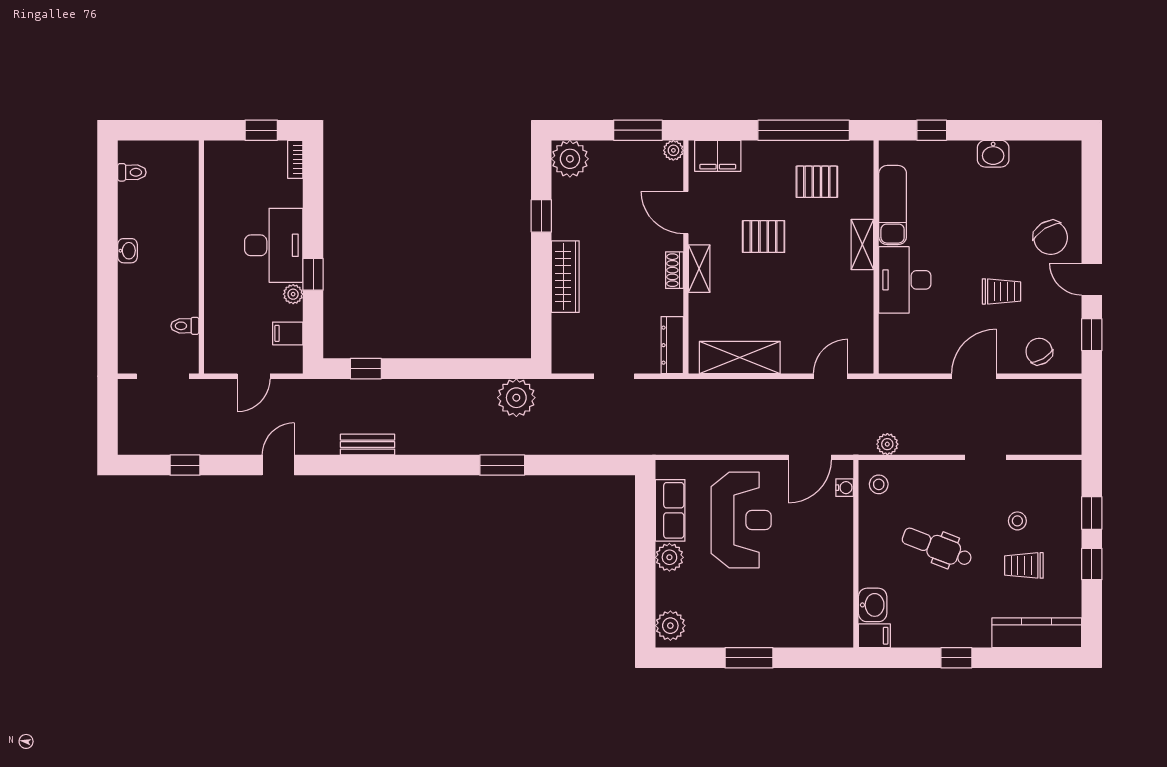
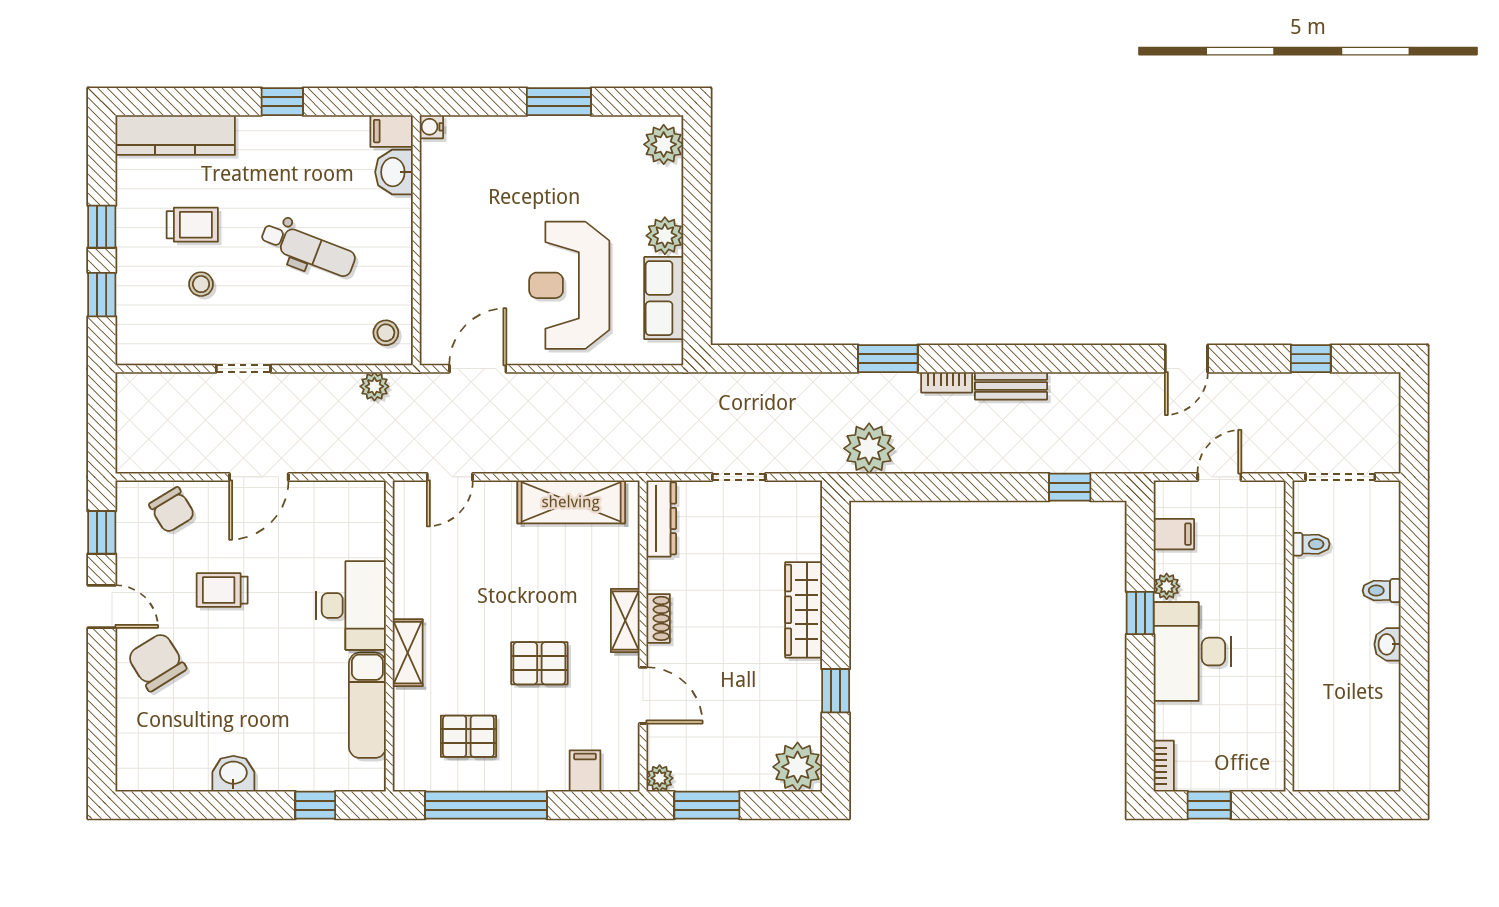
filing cabinet: (718, 156) -> (585, 771), width x0.50
toilet: (132, 172) -> (1382, 591), moved
bench: (368, 445) -> (1011, 386), moved
bookcase: (458, 447) -> (947, 382), added
water cooler: (845, 488) -> (431, 127), moved

